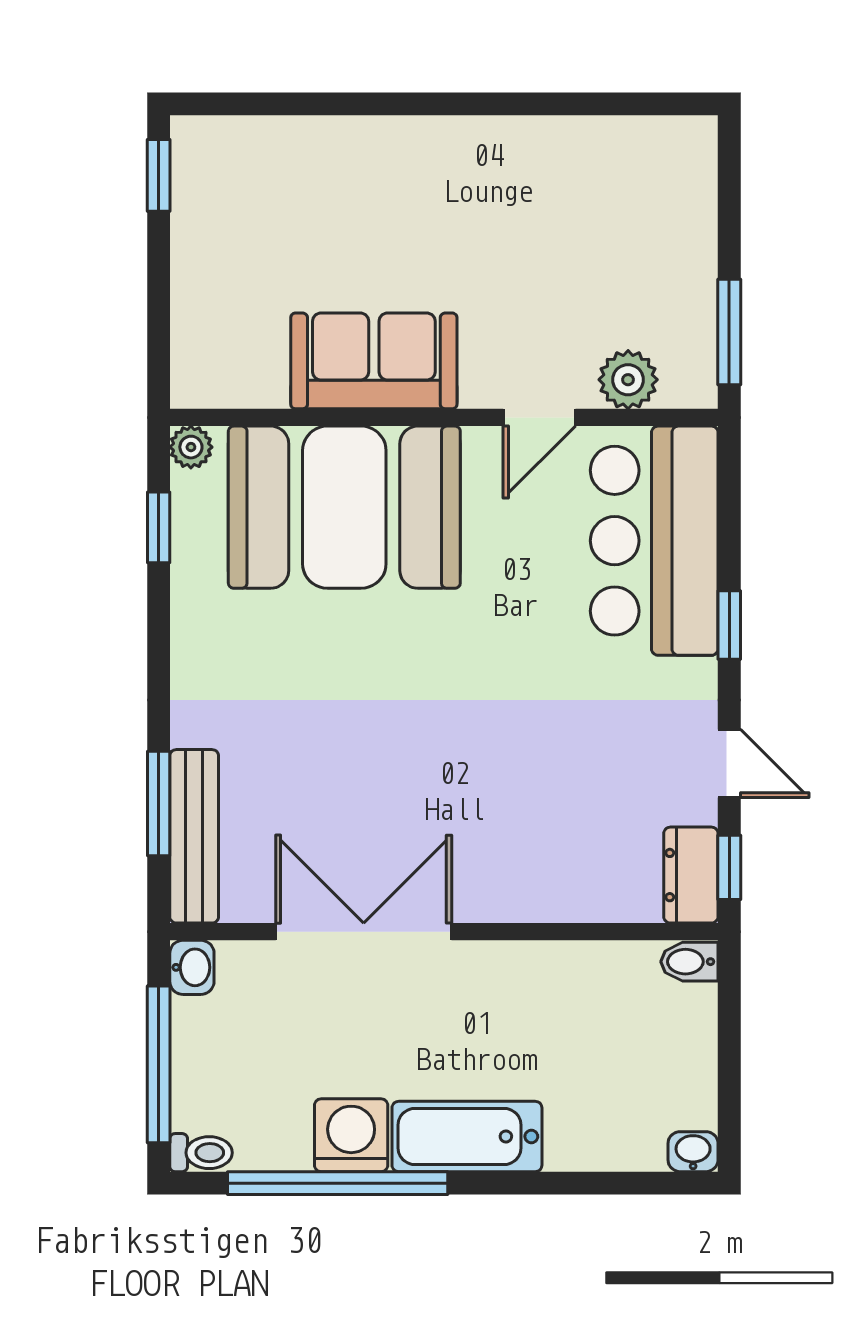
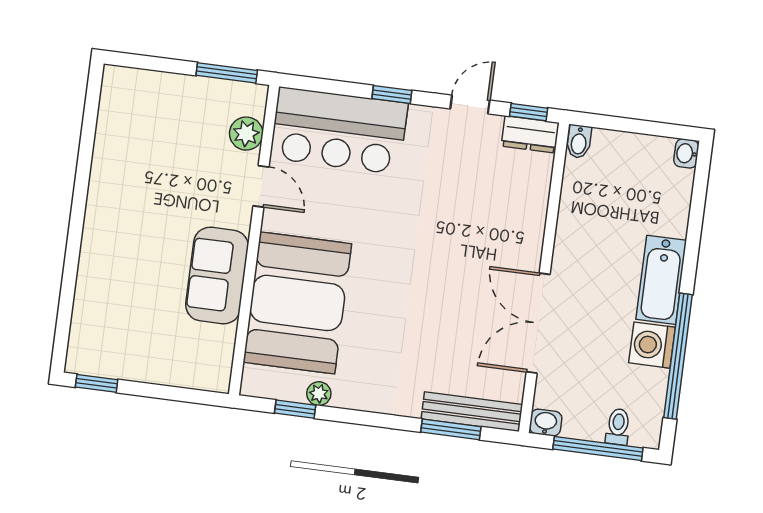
plant: (191, 447) -> (319, 394), moved
toilet: (201, 1153) -> (618, 427), moved

